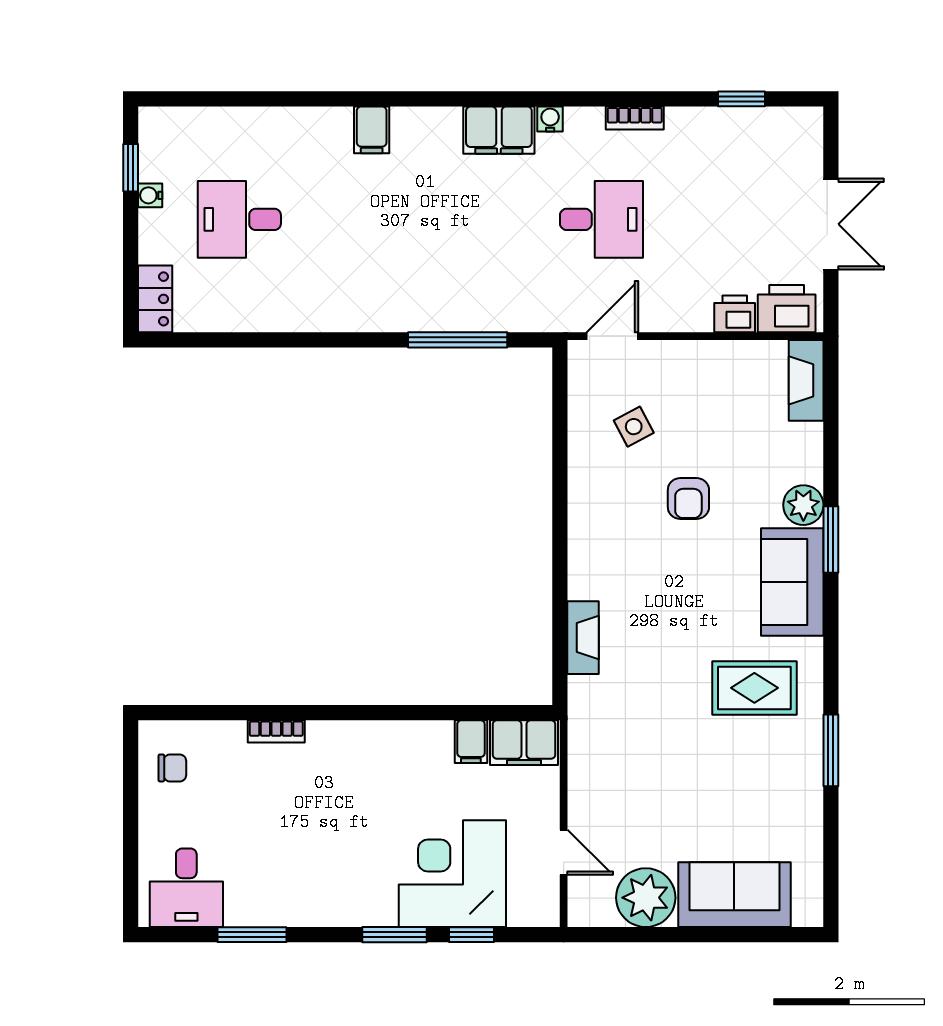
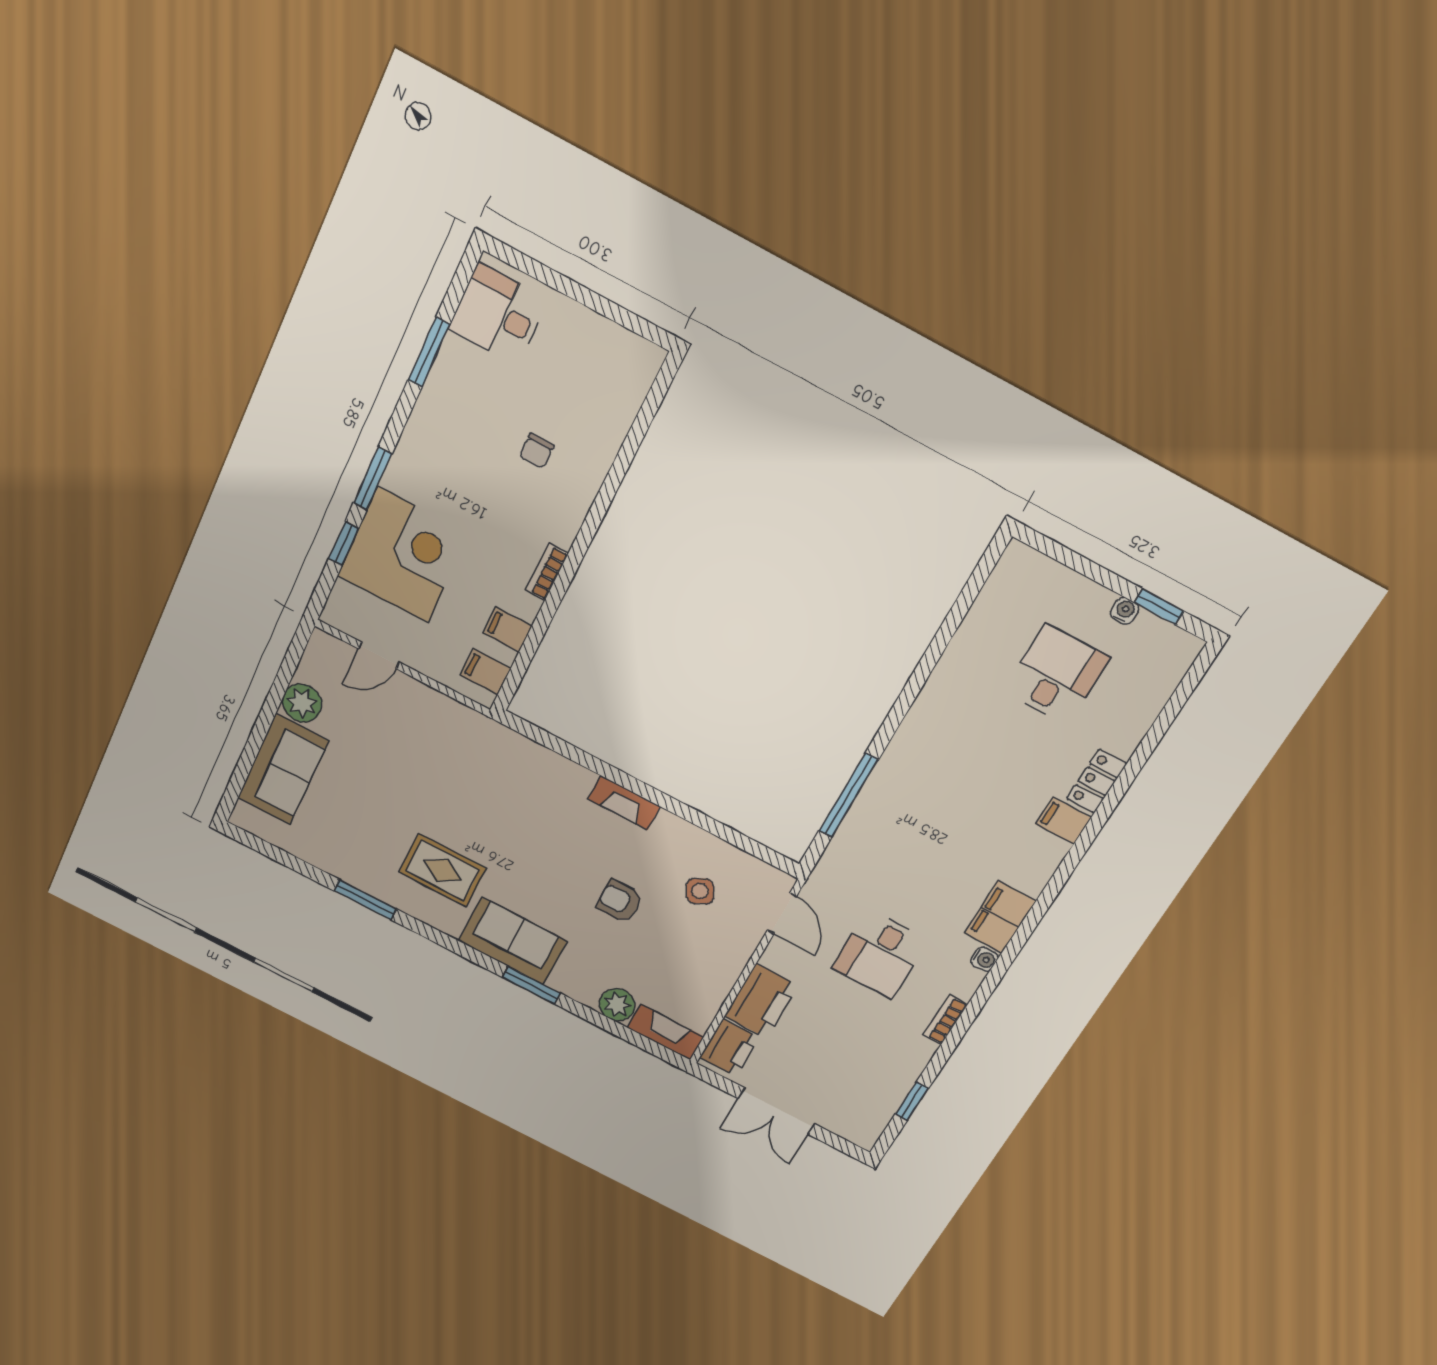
locker: (155, 299) -> (1097, 781), moved, turned 90
printer: (735, 314) -> (761, 1001), width x1.87, depth x1.48
plant: (803, 505) -> (617, 1005), moved
fireplace: (583, 638) -> (624, 803), moved
rug: (754, 688) -> (443, 870), turned 90
bookcase: (276, 731) -> (547, 572), moved
filing cabinet: (524, 743) -> (486, 672), width x0.50
chair: (172, 768) -> (537, 451), moved
plant: (646, 898) -> (302, 703), width x0.73, depth x0.73

